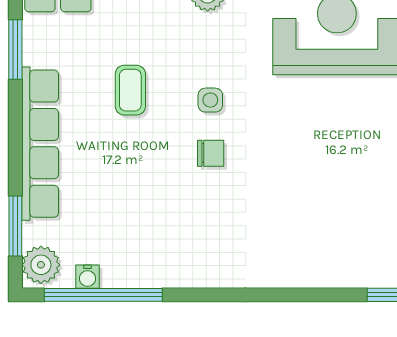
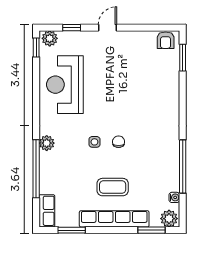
coffee table: (130, 90) -> (113, 187), moved, width x1.36, depth x1.30
window: (103, 295) -> (183, 166), moved

